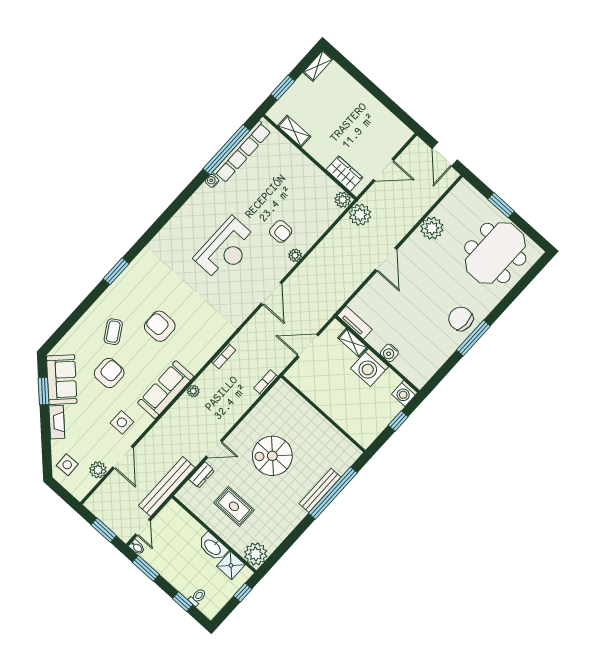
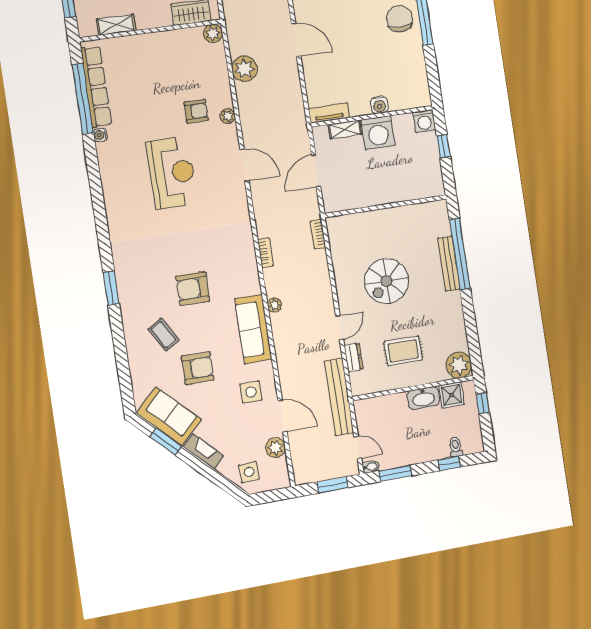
plant: (360, 215) -> (244, 69), moved
chair: (461, 319) -> (400, 19), turned 90
armchair: (109, 373) -> (198, 368), turned 90

